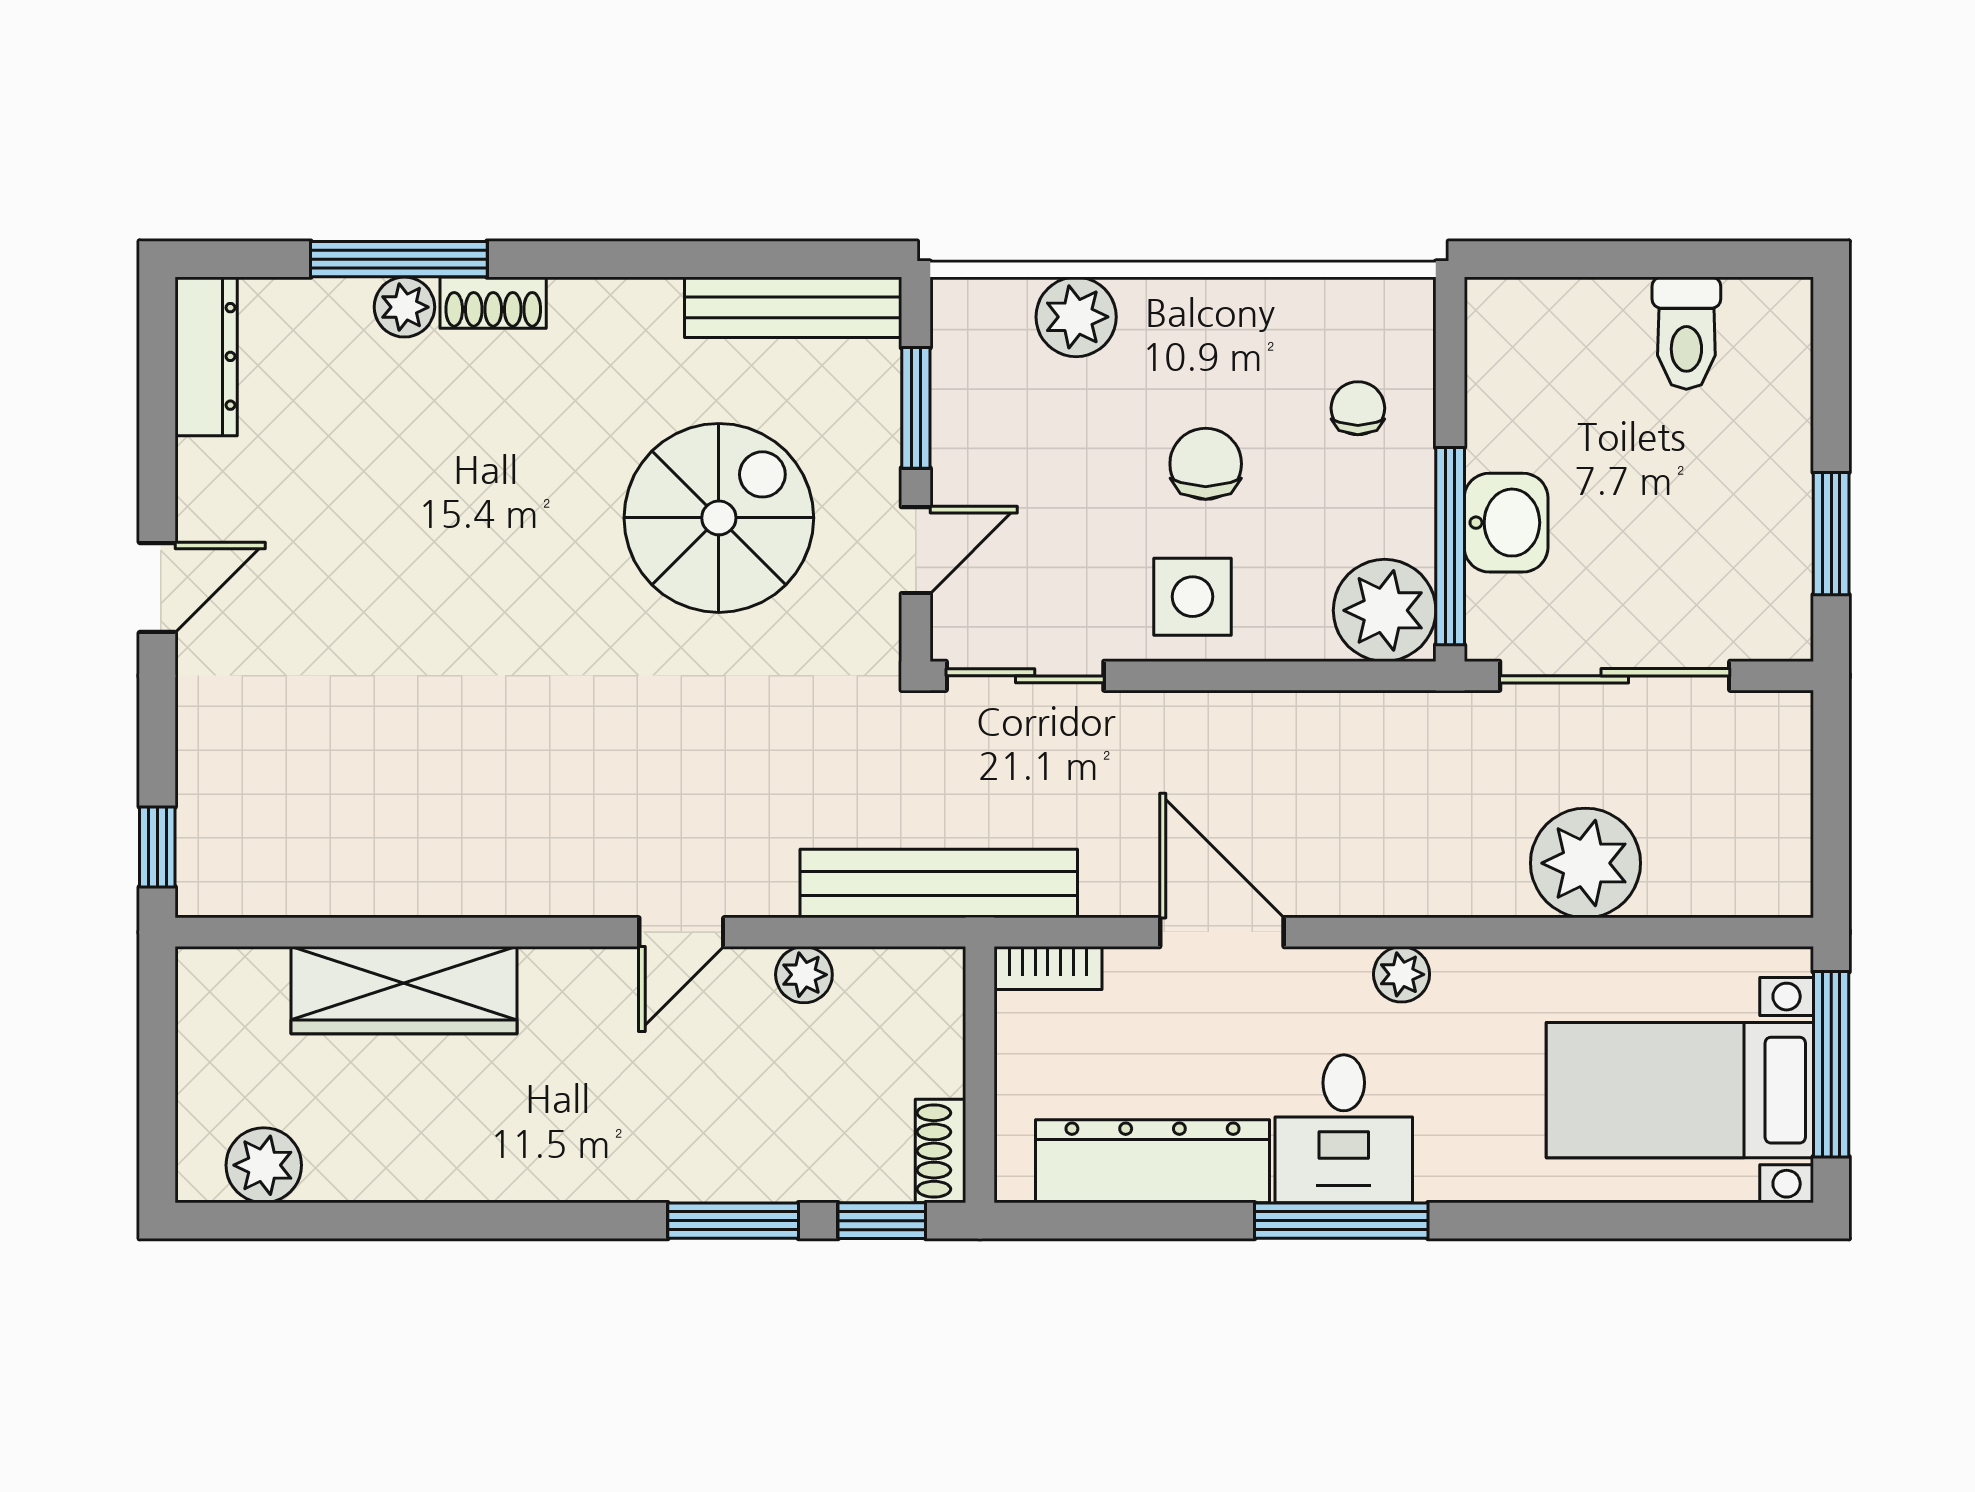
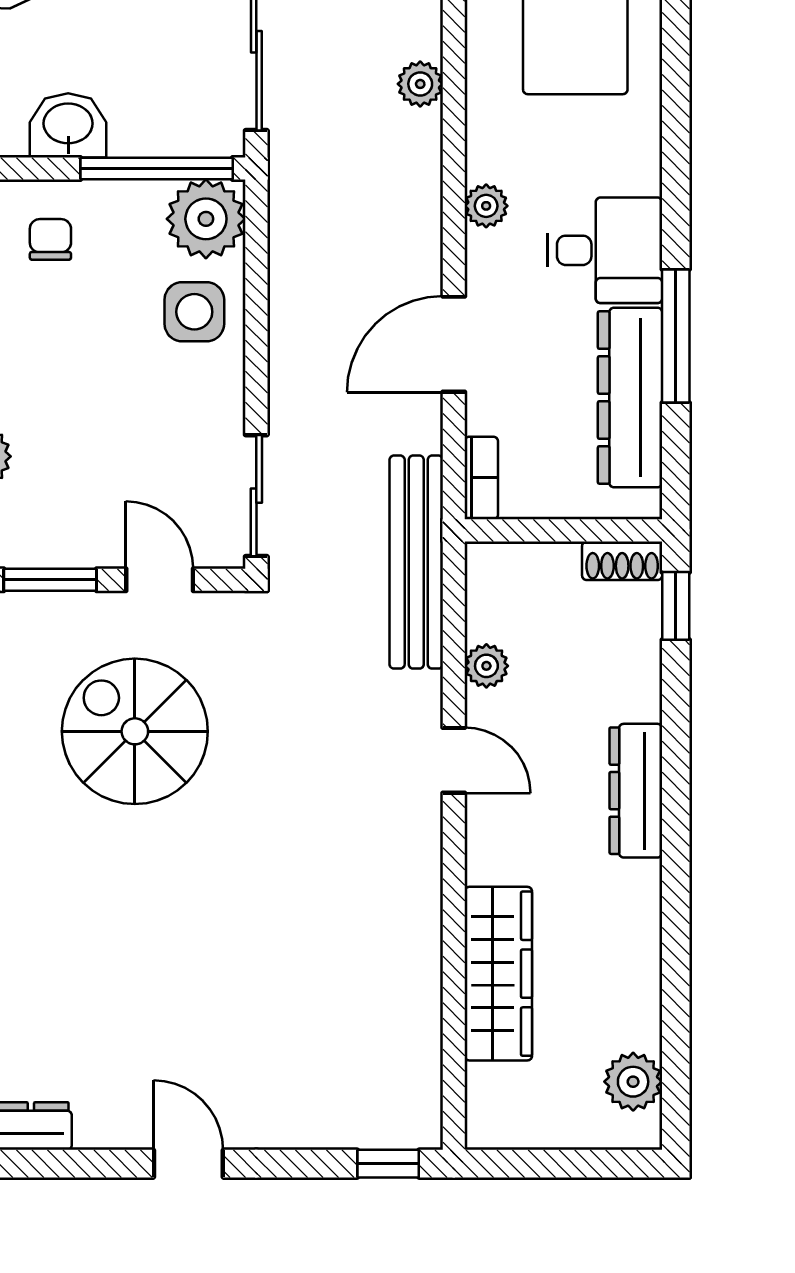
chair: (1358, 408) -> (50, 239), turned 90
chair: (1206, 464) -> (93, 357), removed
washbasin: (1506, 523) -> (68, 125), moved
side table: (1193, 597) -> (194, 312), moved
plant: (1585, 863) -> (420, 84), width x0.53, depth x0.53
dresser: (642, 1169) -> (636, 791), added
window: (733, 1221) -> (676, 720), removed
window: (1341, 1221) -> (676, 336), moved

